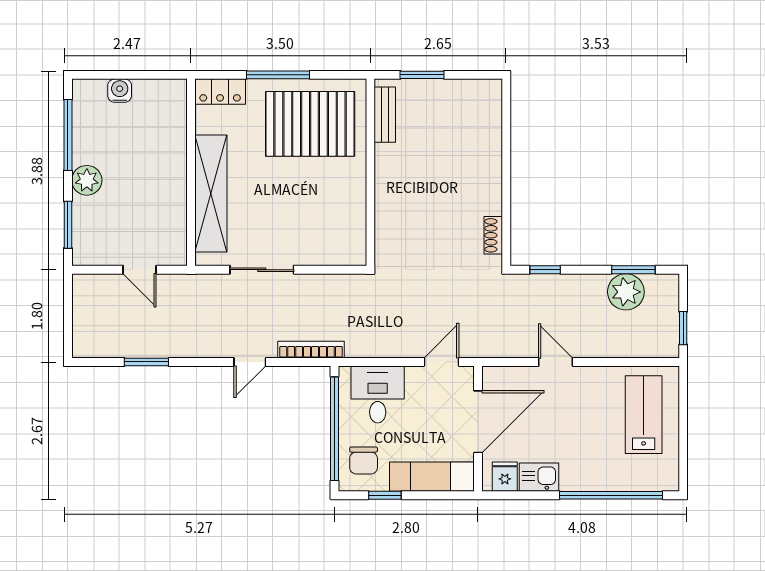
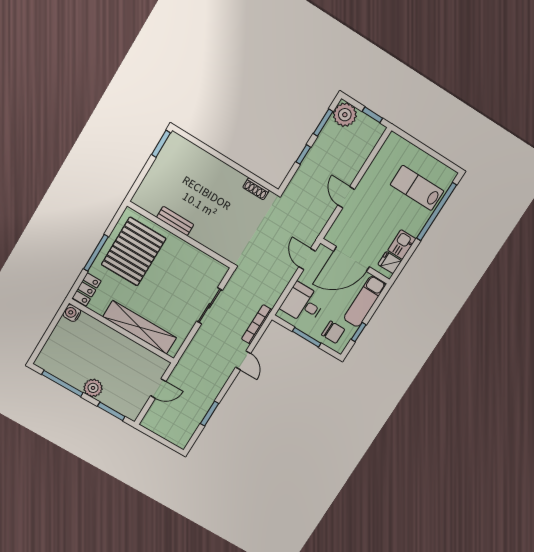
window: (422, 75) -> (161, 144), moved
water cooler: (120, 91) -> (72, 313), moved
bench: (385, 115) -> (175, 221), moved
sliding door: (262, 270) -> (209, 306), moved
window: (545, 270) -> (303, 154), moved
plant: (626, 292) -> (345, 115), moved
door: (556, 362) -> (346, 197), hinge flipped
lab bench: (644, 415) -> (417, 188), moved
door: (478, 422) -> (351, 259), swing flipped
window: (335, 429) -> (307, 337), width x0.47

